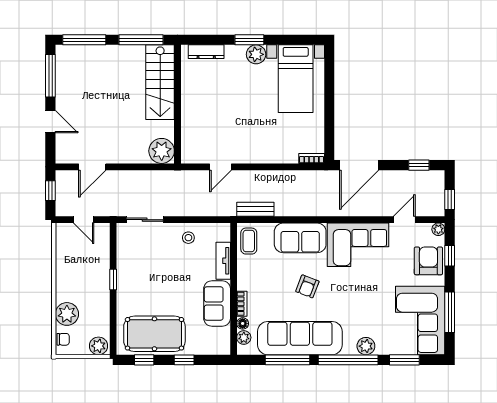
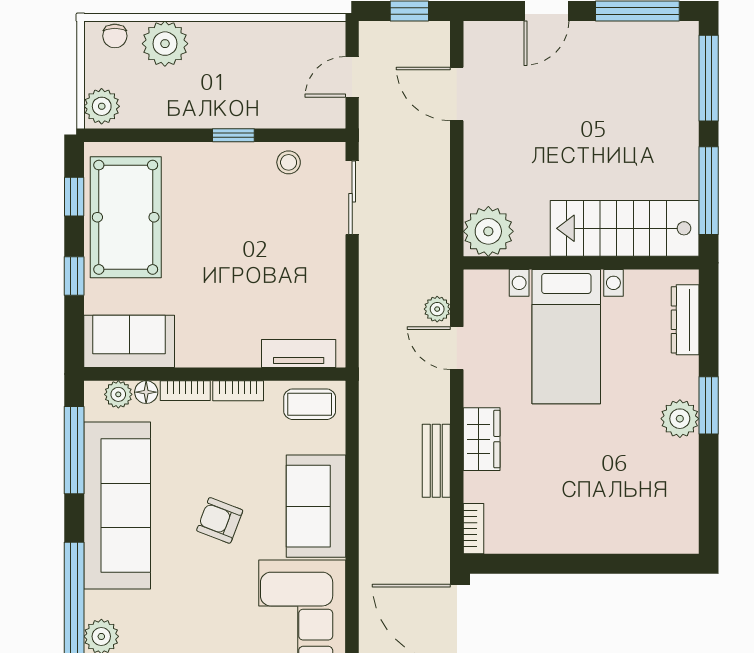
bed with nightstands: (296, 79) -> (566, 337), moved, turned -90
wardrobe: (266, 154) -> (482, 439), added
plant: (201, 177) -> (437, 309), added
bench: (255, 209) -> (436, 461), moved
stool: (188, 238) -> (289, 162), moved
tv unit: (223, 261) -> (299, 353), moved
bookcase: (242, 277) -> (238, 391), added
sofa: (217, 303) -> (129, 341), moved
window: (288, 360) -> (74, 450), moved

